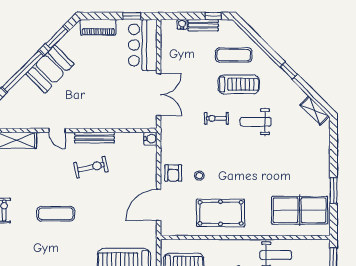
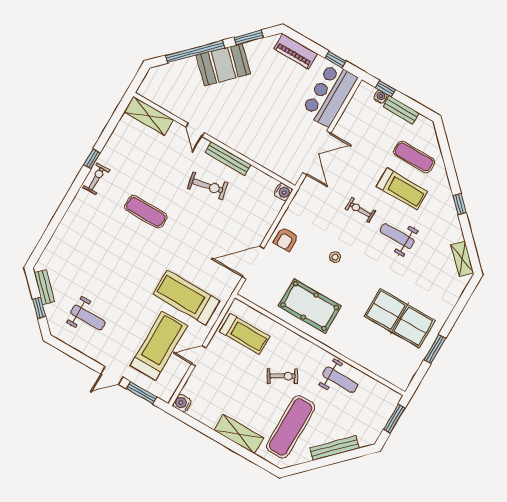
window: (213, 16) -> (385, 89), moved
stool: (199, 176) -> (335, 257), moved
table tennis table: (300, 210) -> (400, 318), moved

